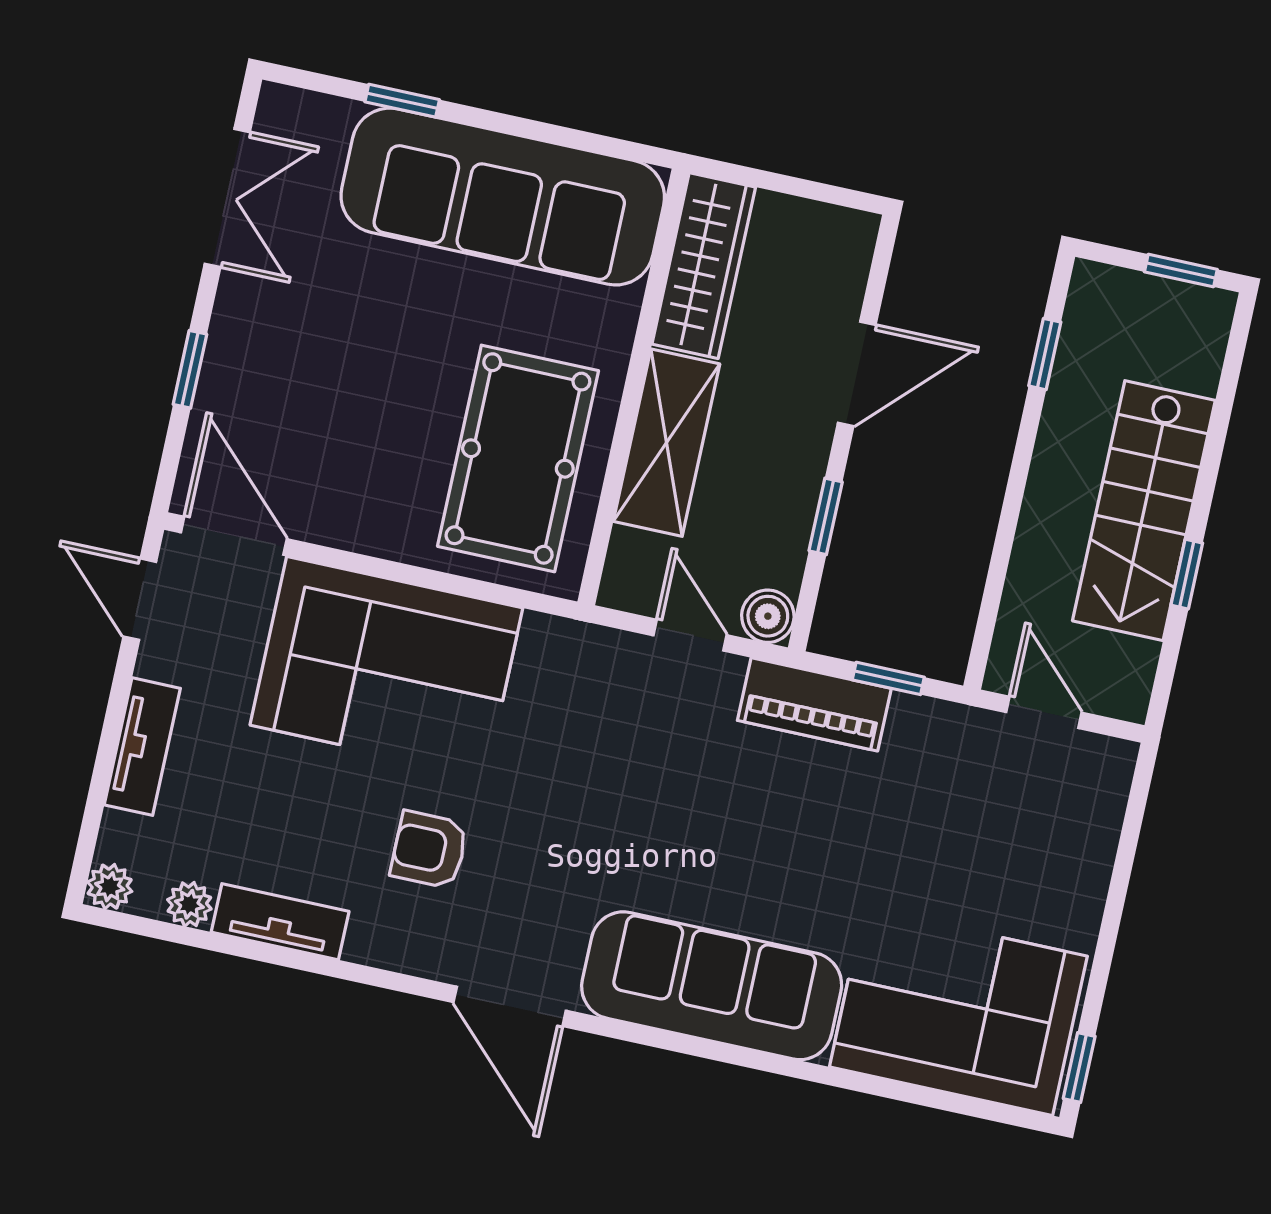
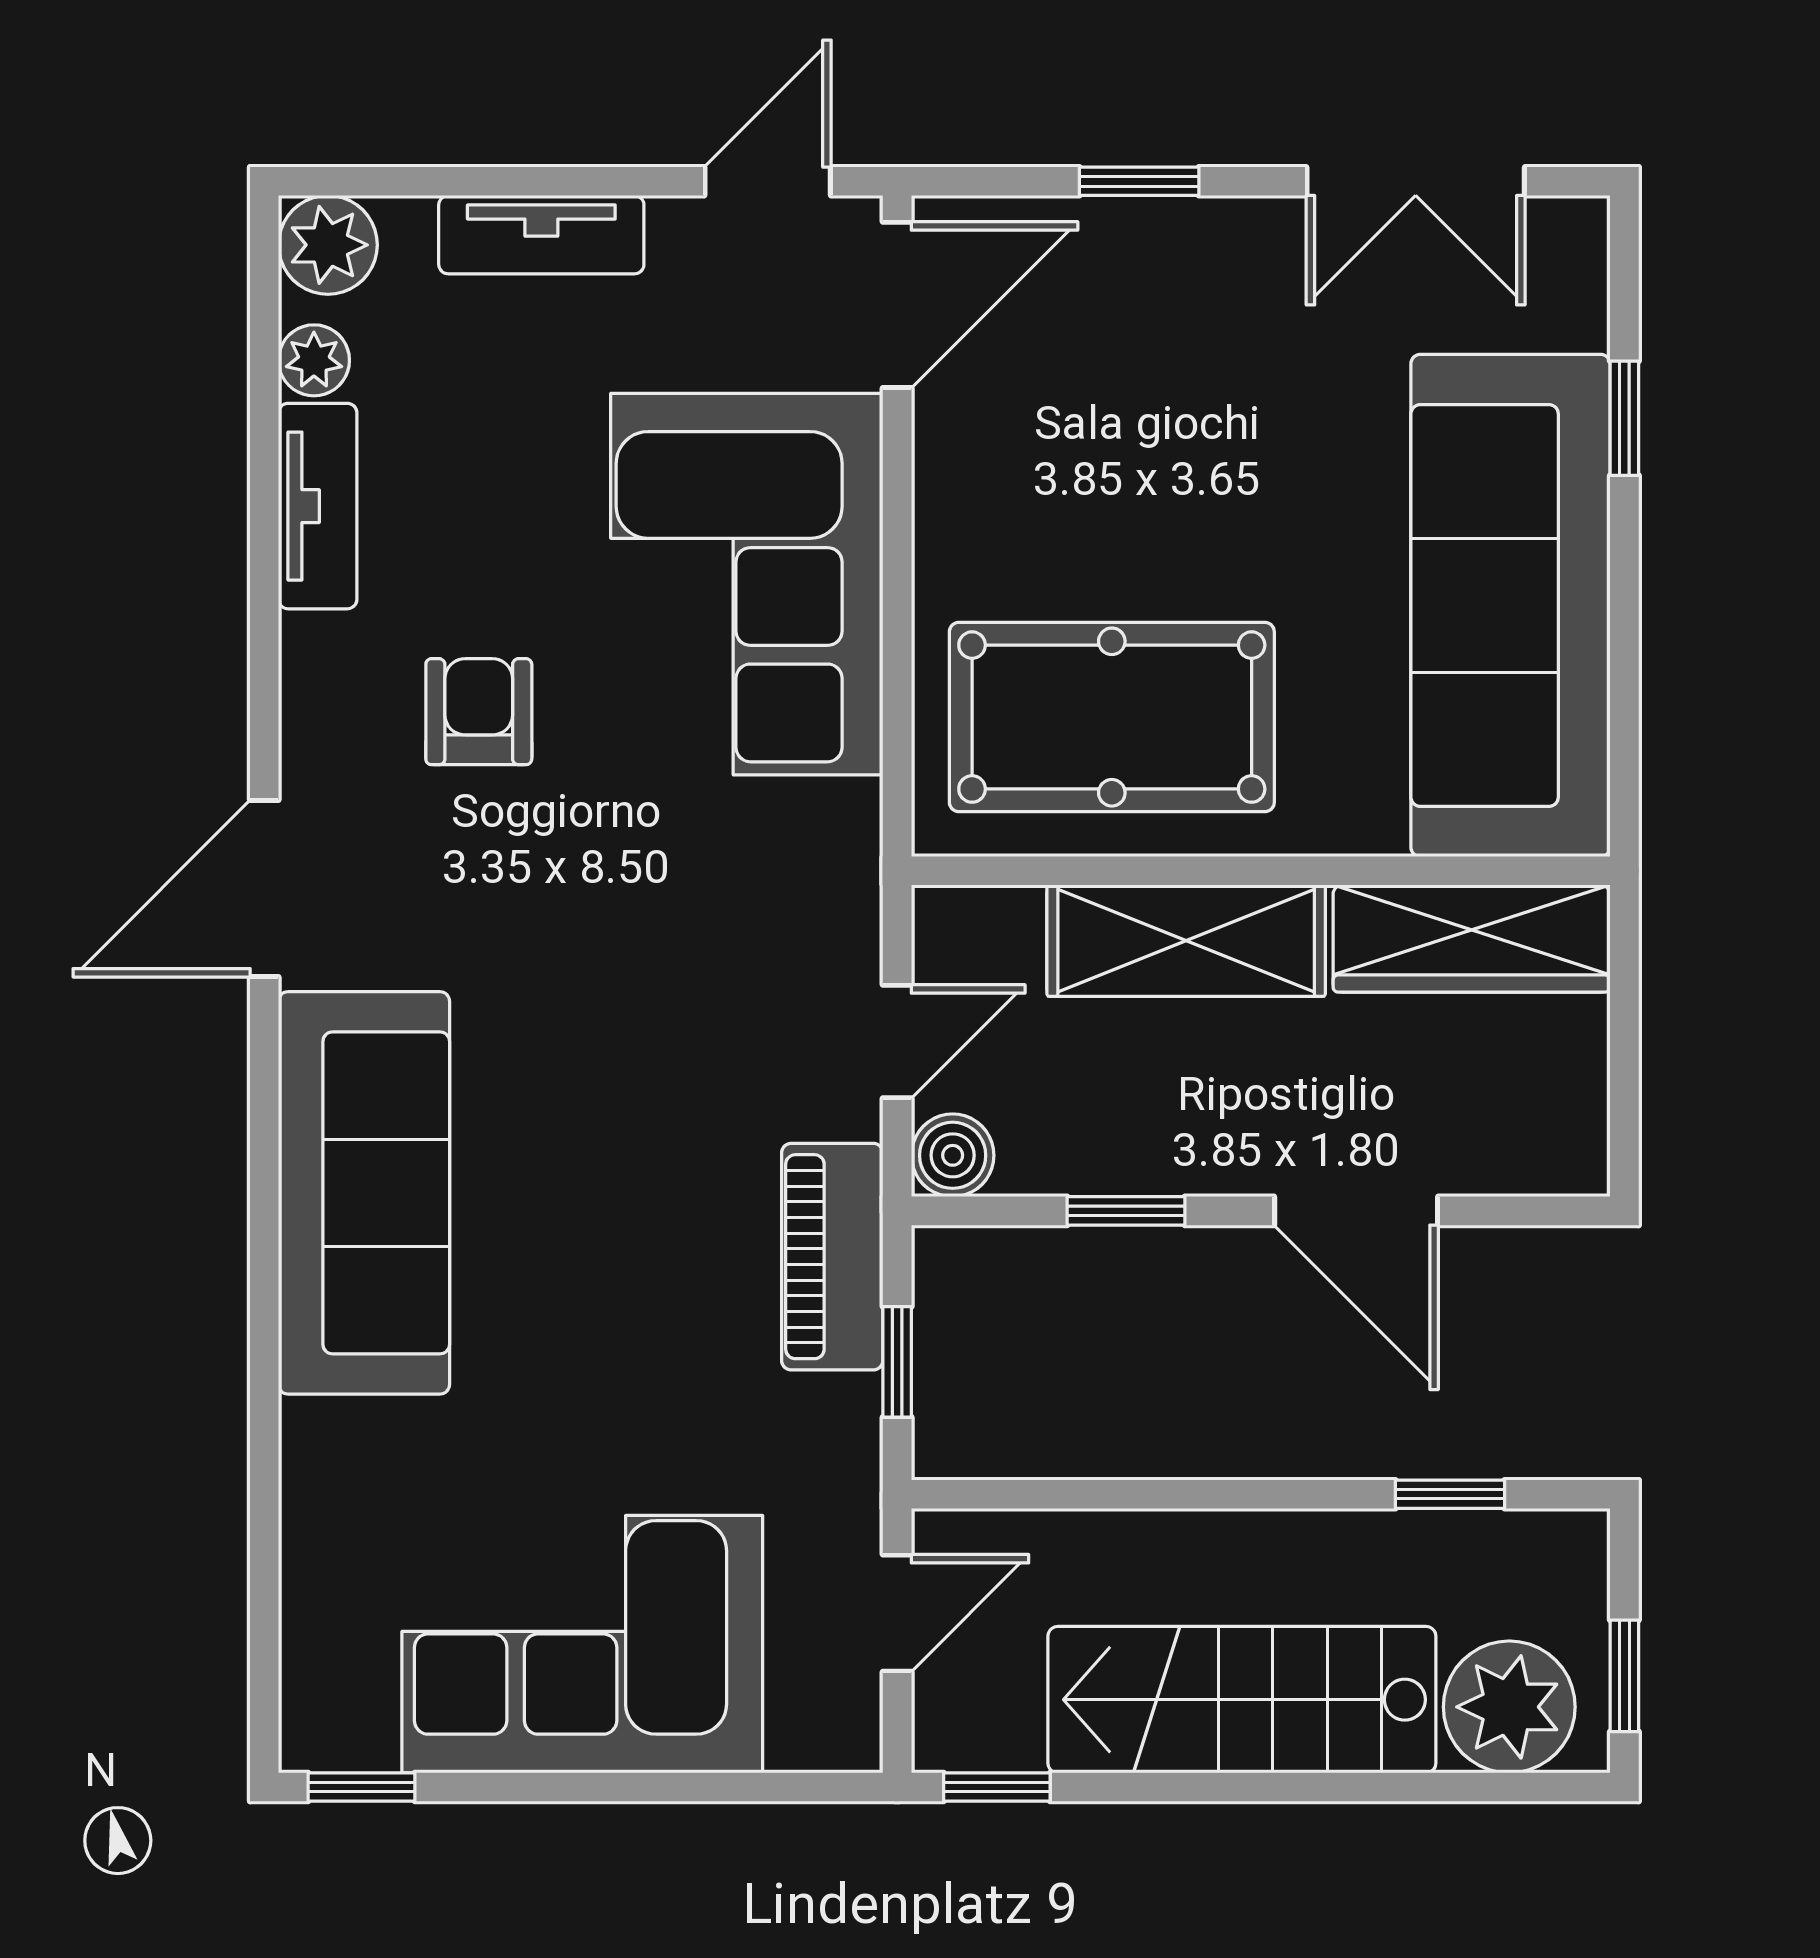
plant: (1185, 346) -> (1509, 1707), added
window: (1187, 574) -> (997, 1787), moved
plant: (110, 887) -> (328, 245), width x1.38, depth x1.38
corner sofa: (958, 1012) -> (582, 1644), moved, turned -90

